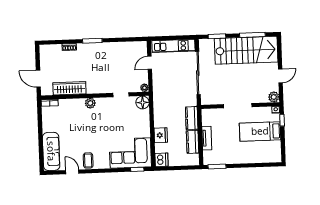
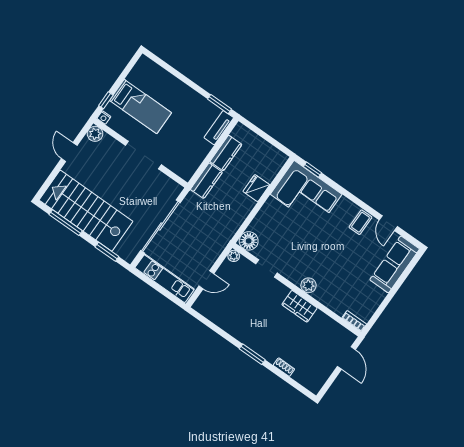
door: (280, 76) -> (69, 152), hinge flipped
wardrobe: (69, 88) -> (299, 306), moved, width x0.67
tv unit: (207, 138) -> (219, 128), moved
dishwasher: (161, 160) -> (277, 160), removed

